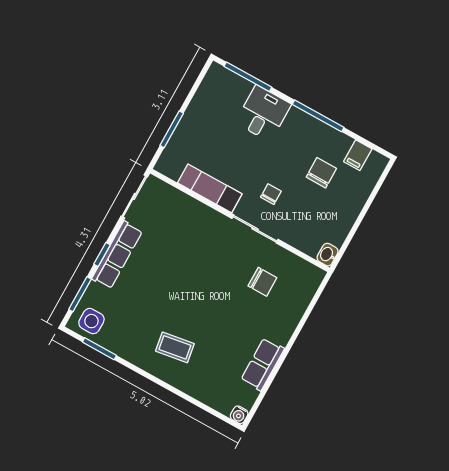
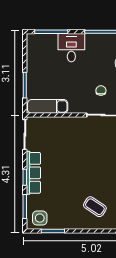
exam couch: (210, 188) -> (48, 106), moved
coffee table: (175, 347) -> (95, 207), turned 43

